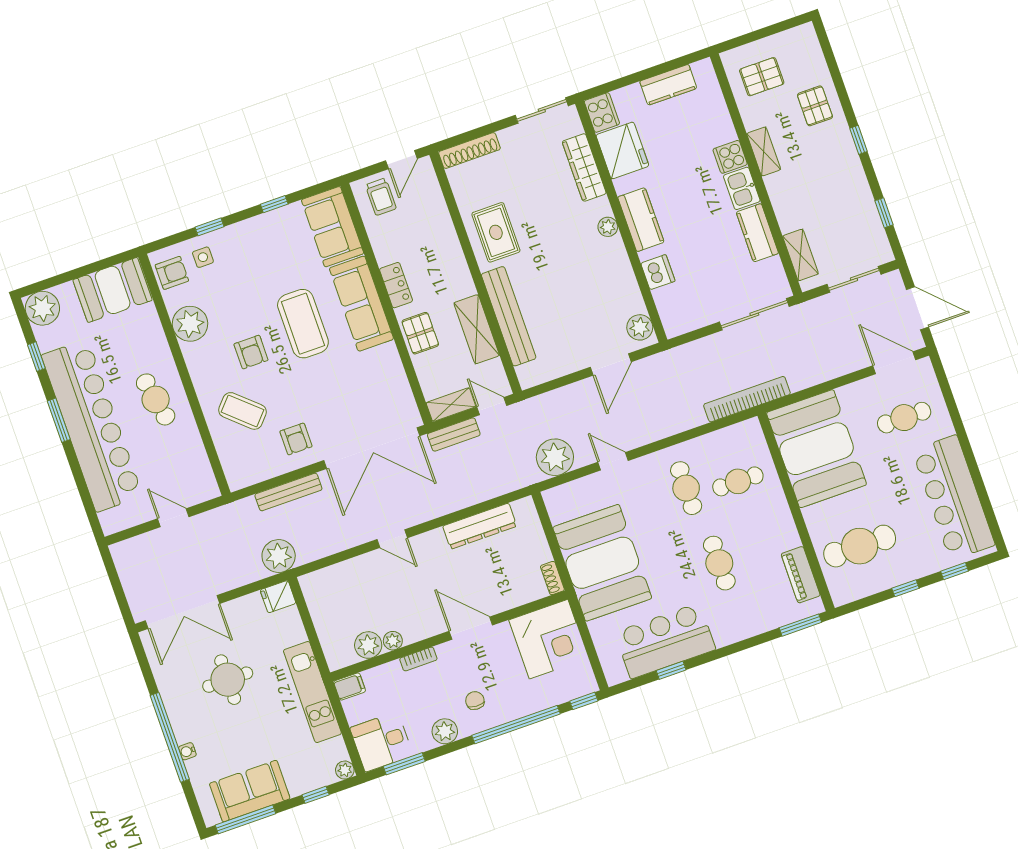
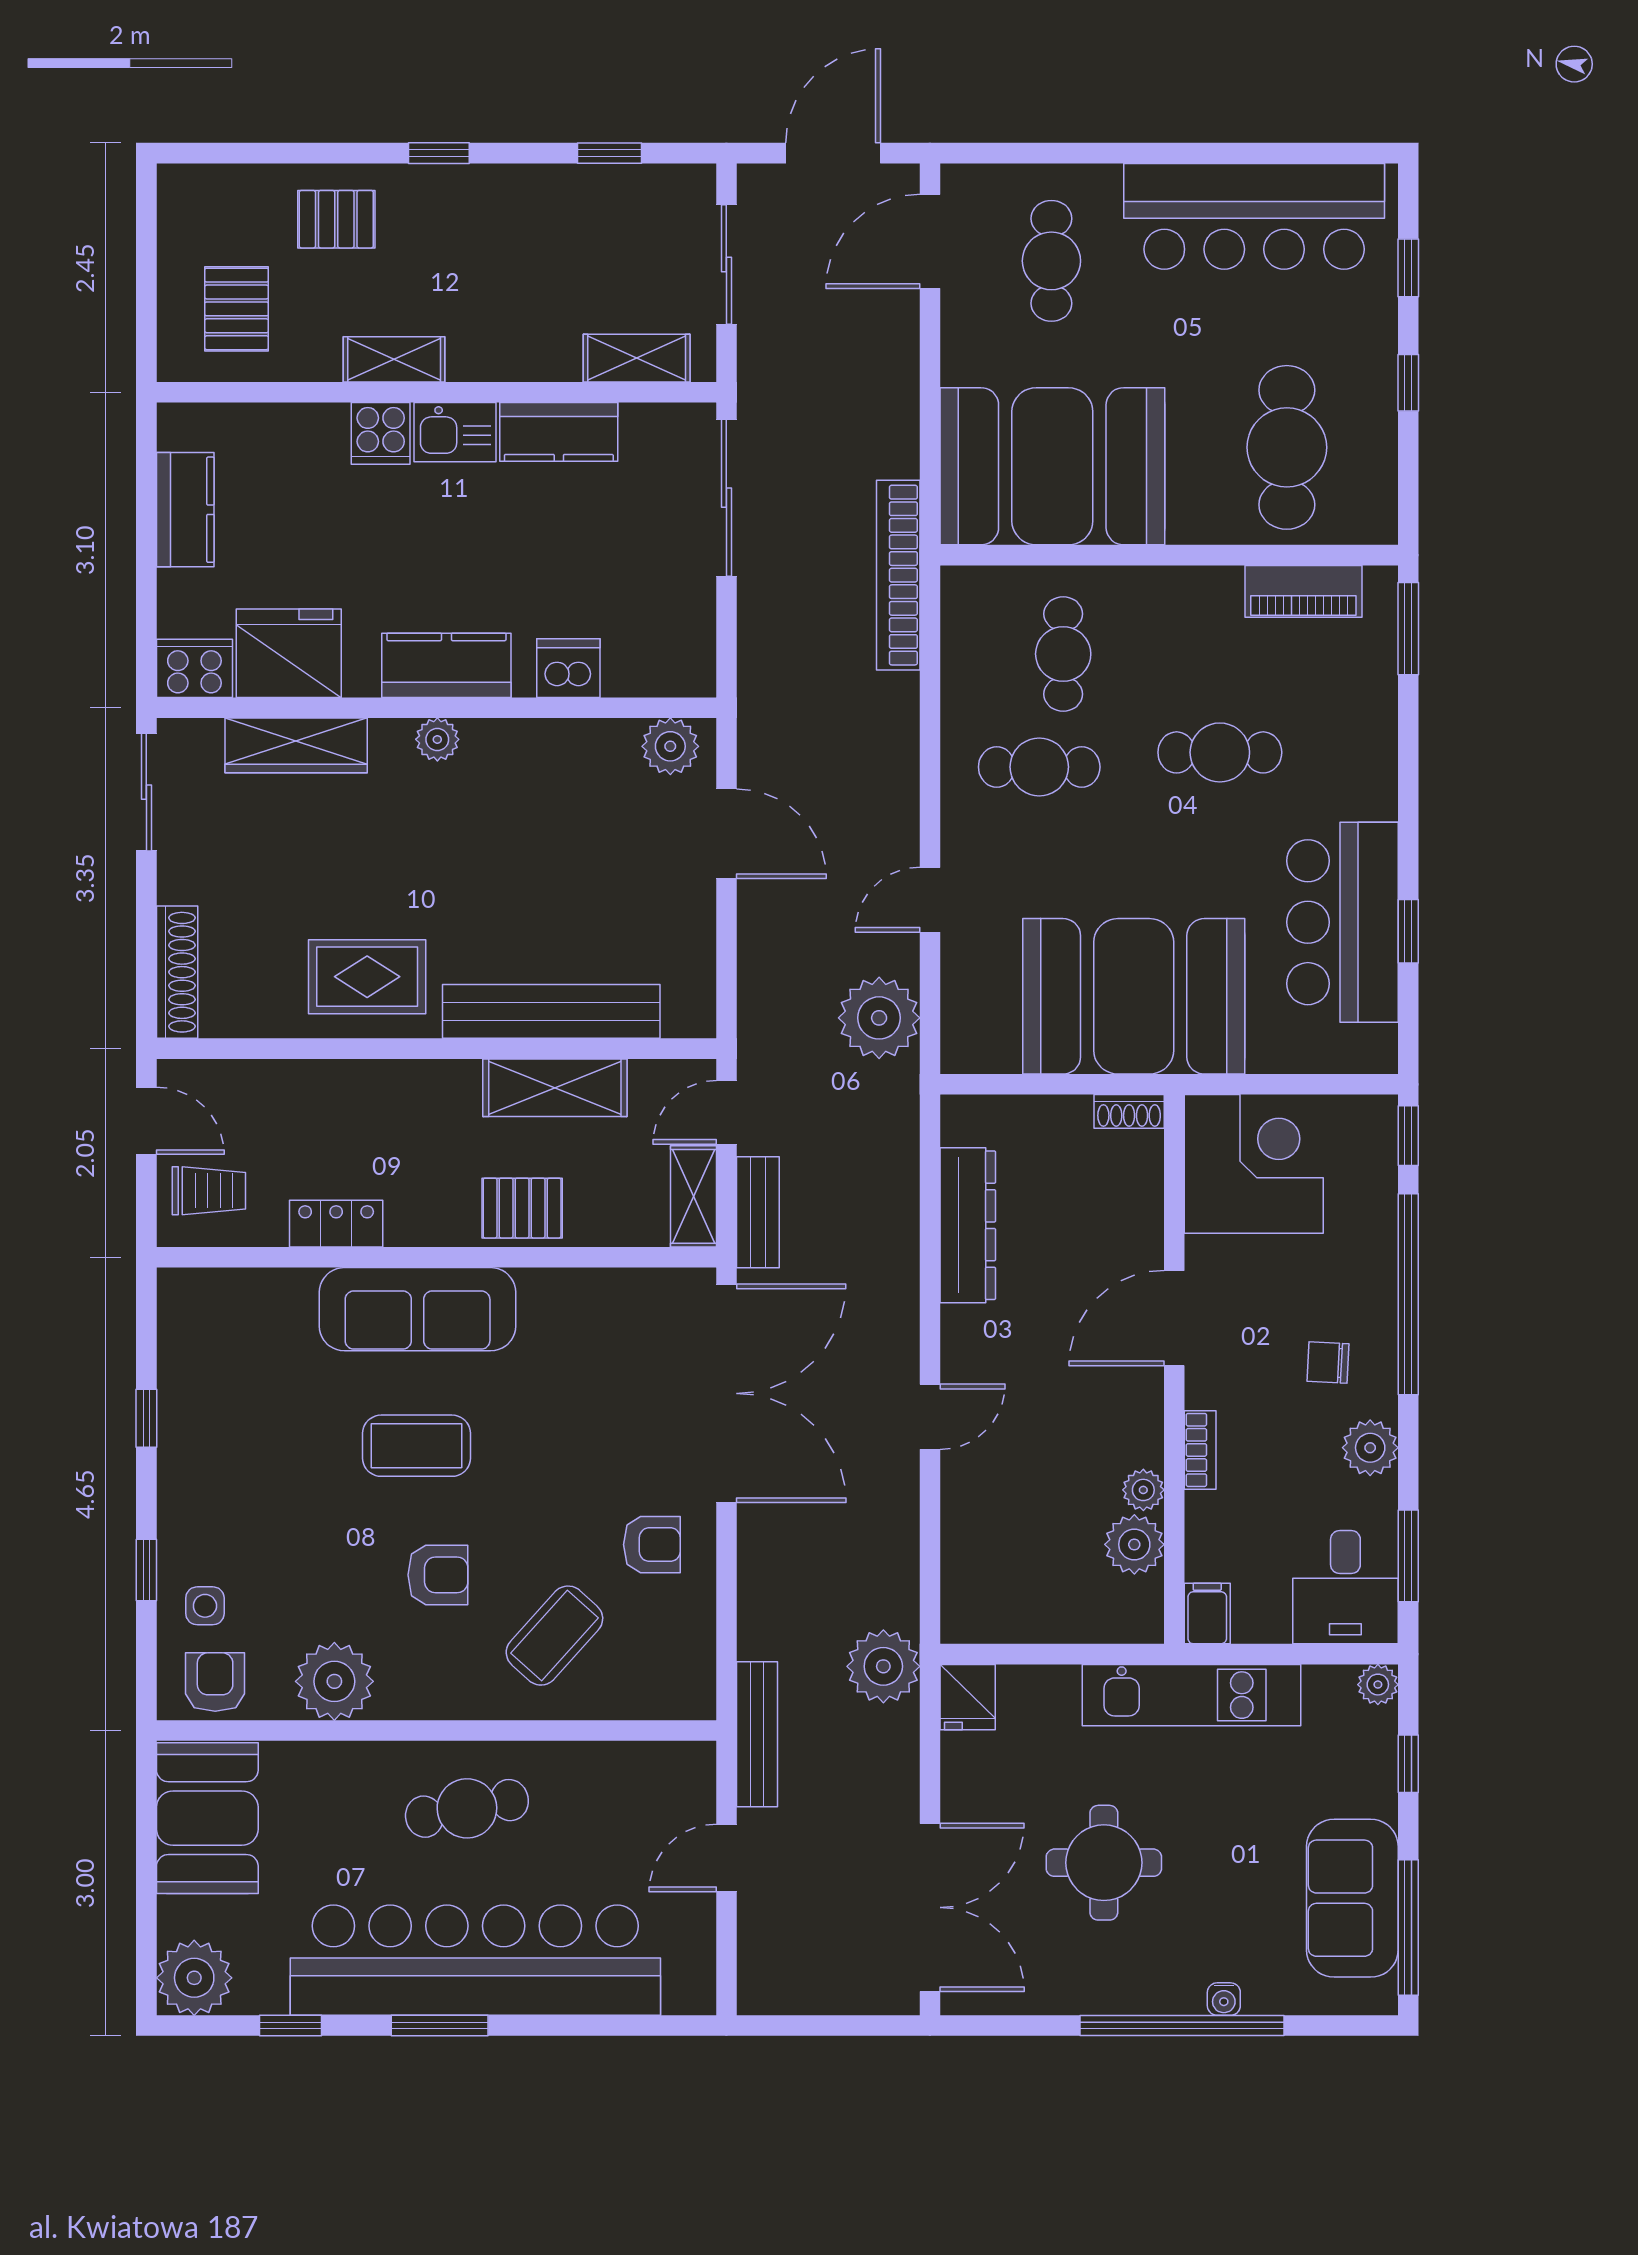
sofa: (333, 227) -> (236, 1313), removed
locker: (396, 285) -> (336, 1224), moved
coffee table: (303, 324) -> (417, 1446), width x0.73, depth x0.76
bench: (288, 492) -> (757, 1734), moved

